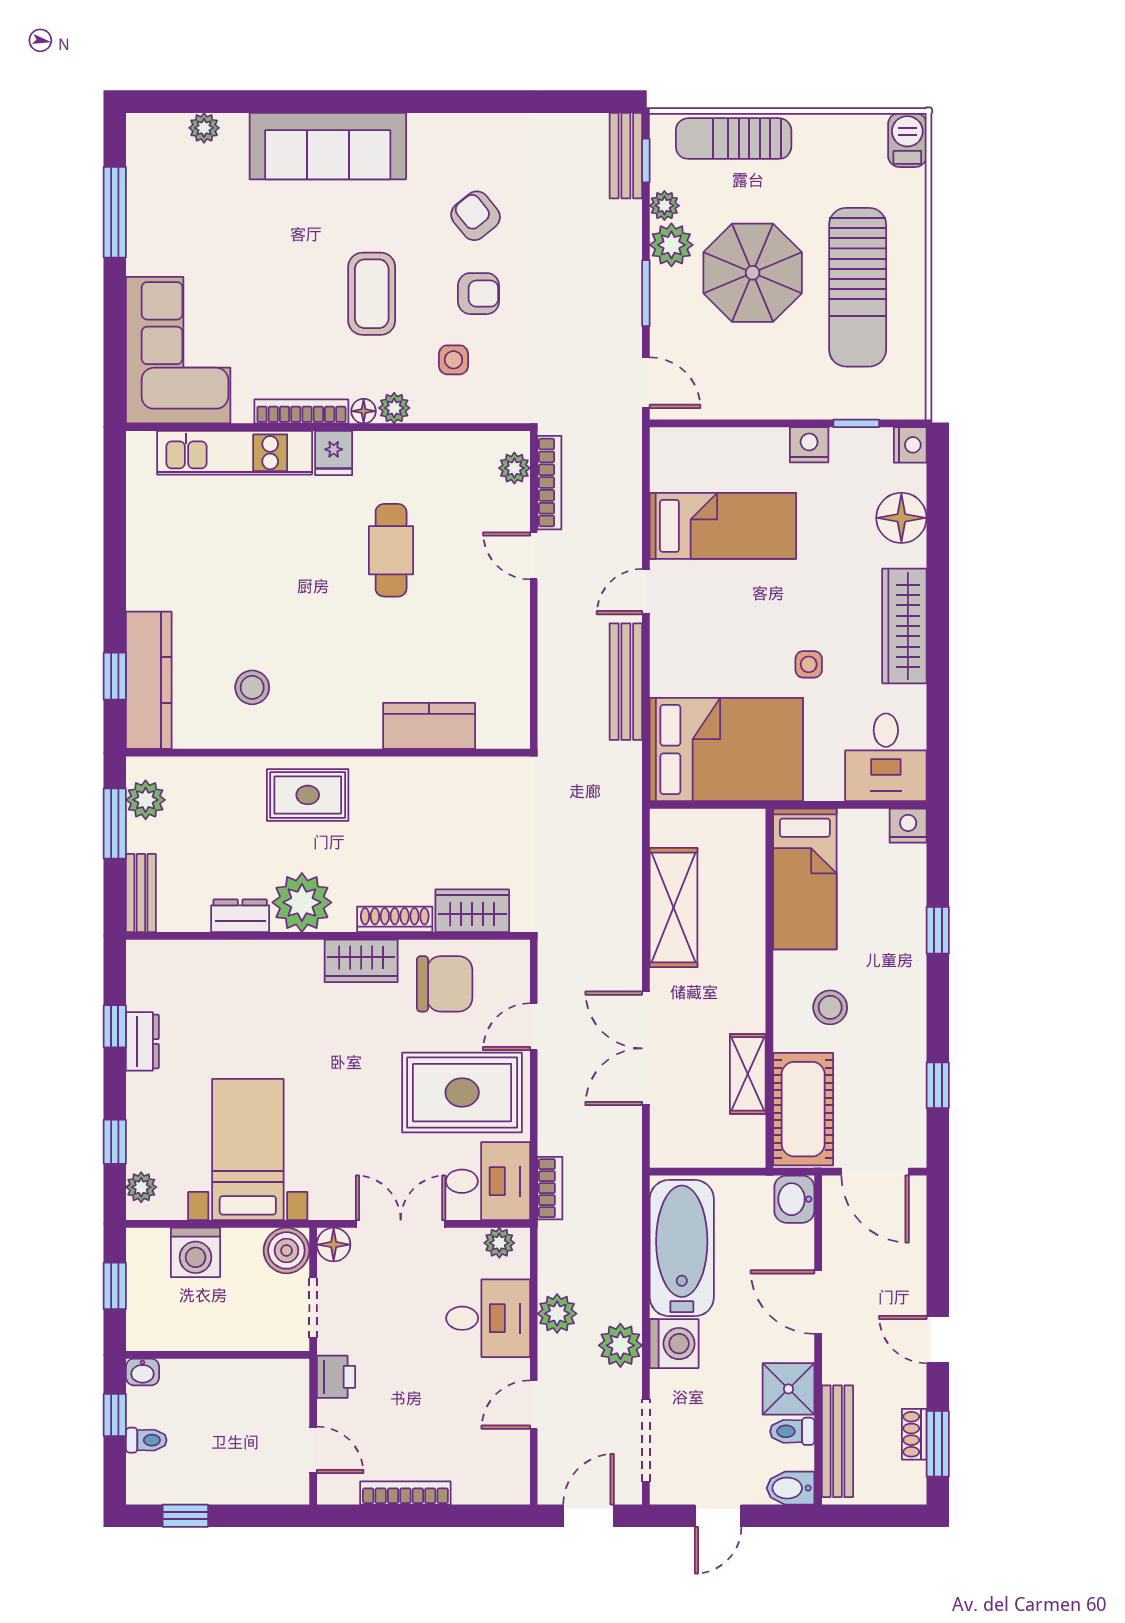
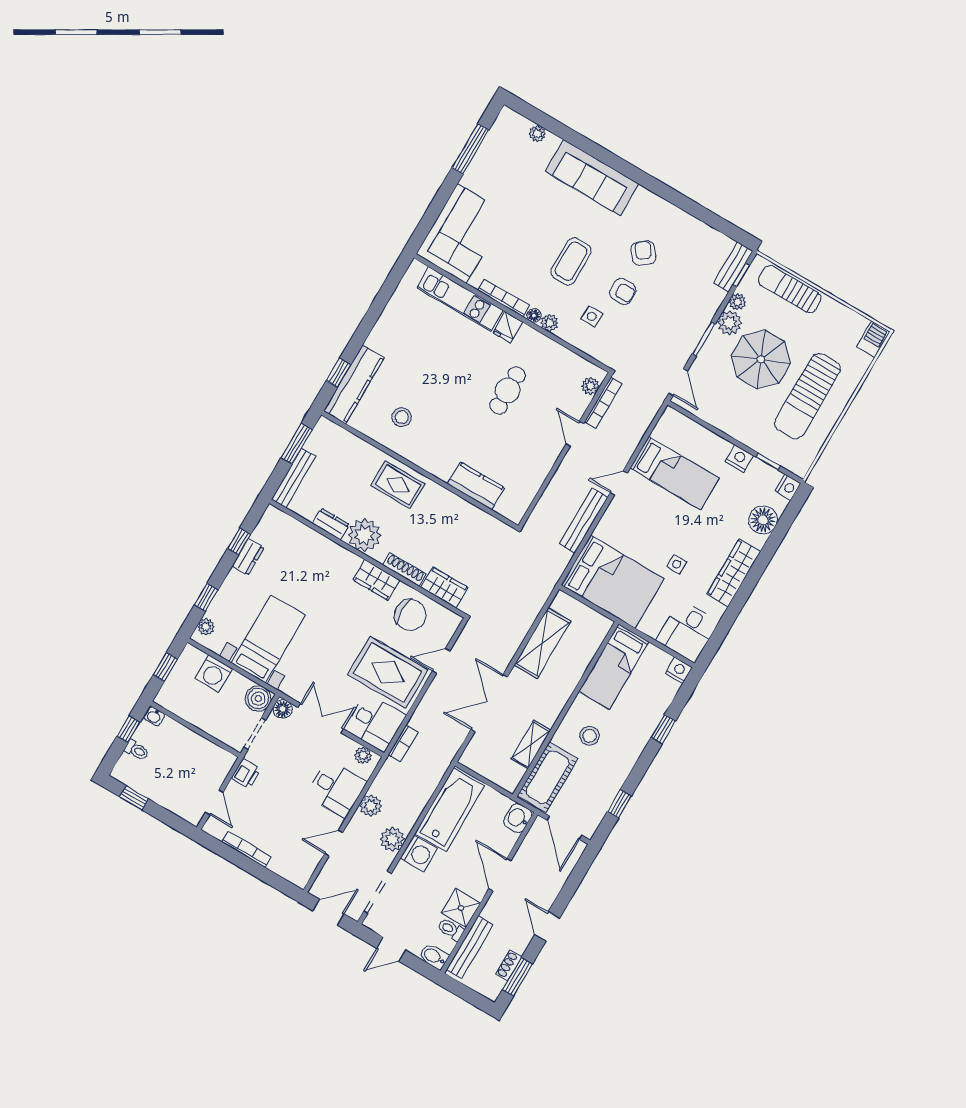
plant: (146, 800) -> (318, 441), removed
bench: (141, 893) -> (294, 478), width x1.36

